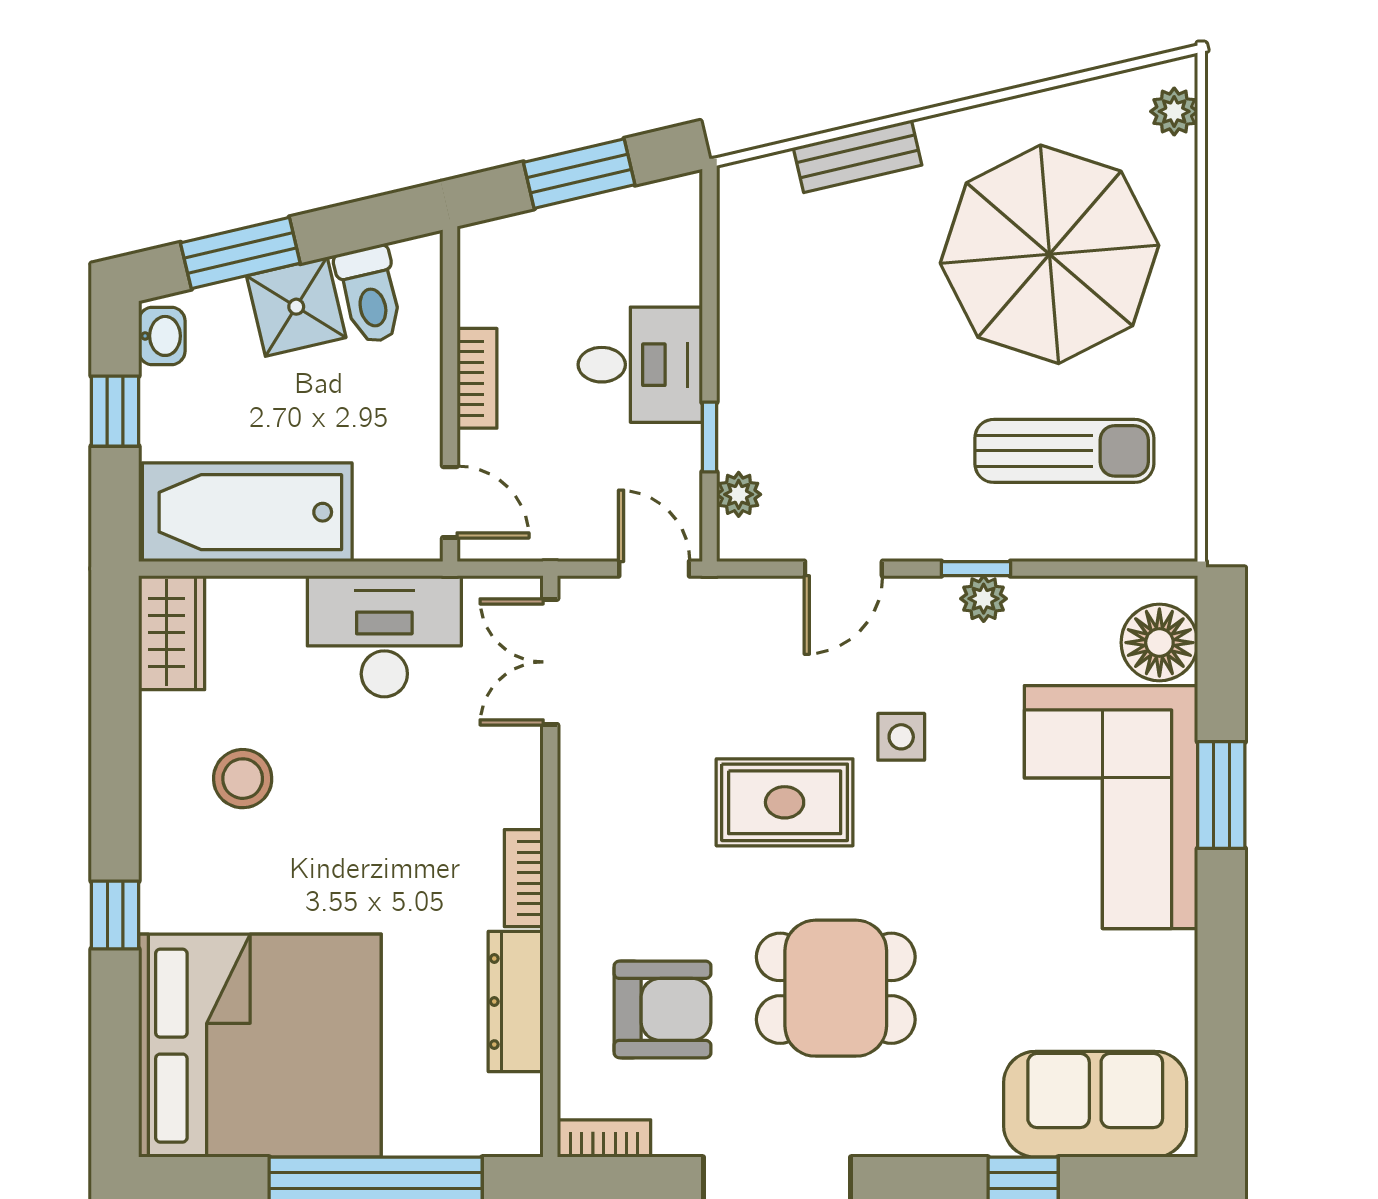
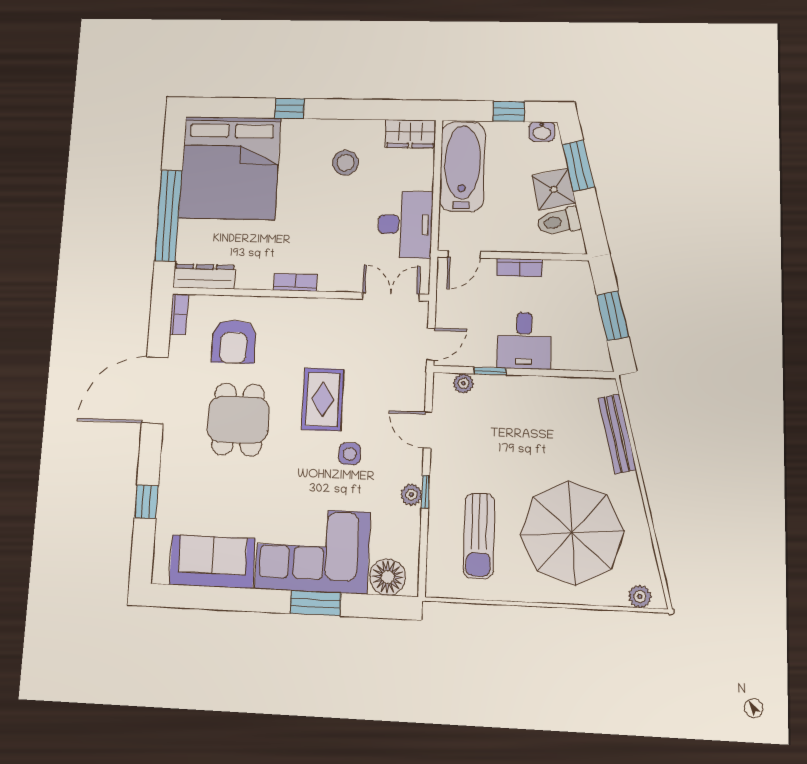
bench: (858, 156) -> (617, 434), width x1.36
dresser: (516, 1002) -> (204, 276), moved
sofa: (1095, 1104) -> (212, 562), moved, turned -90

